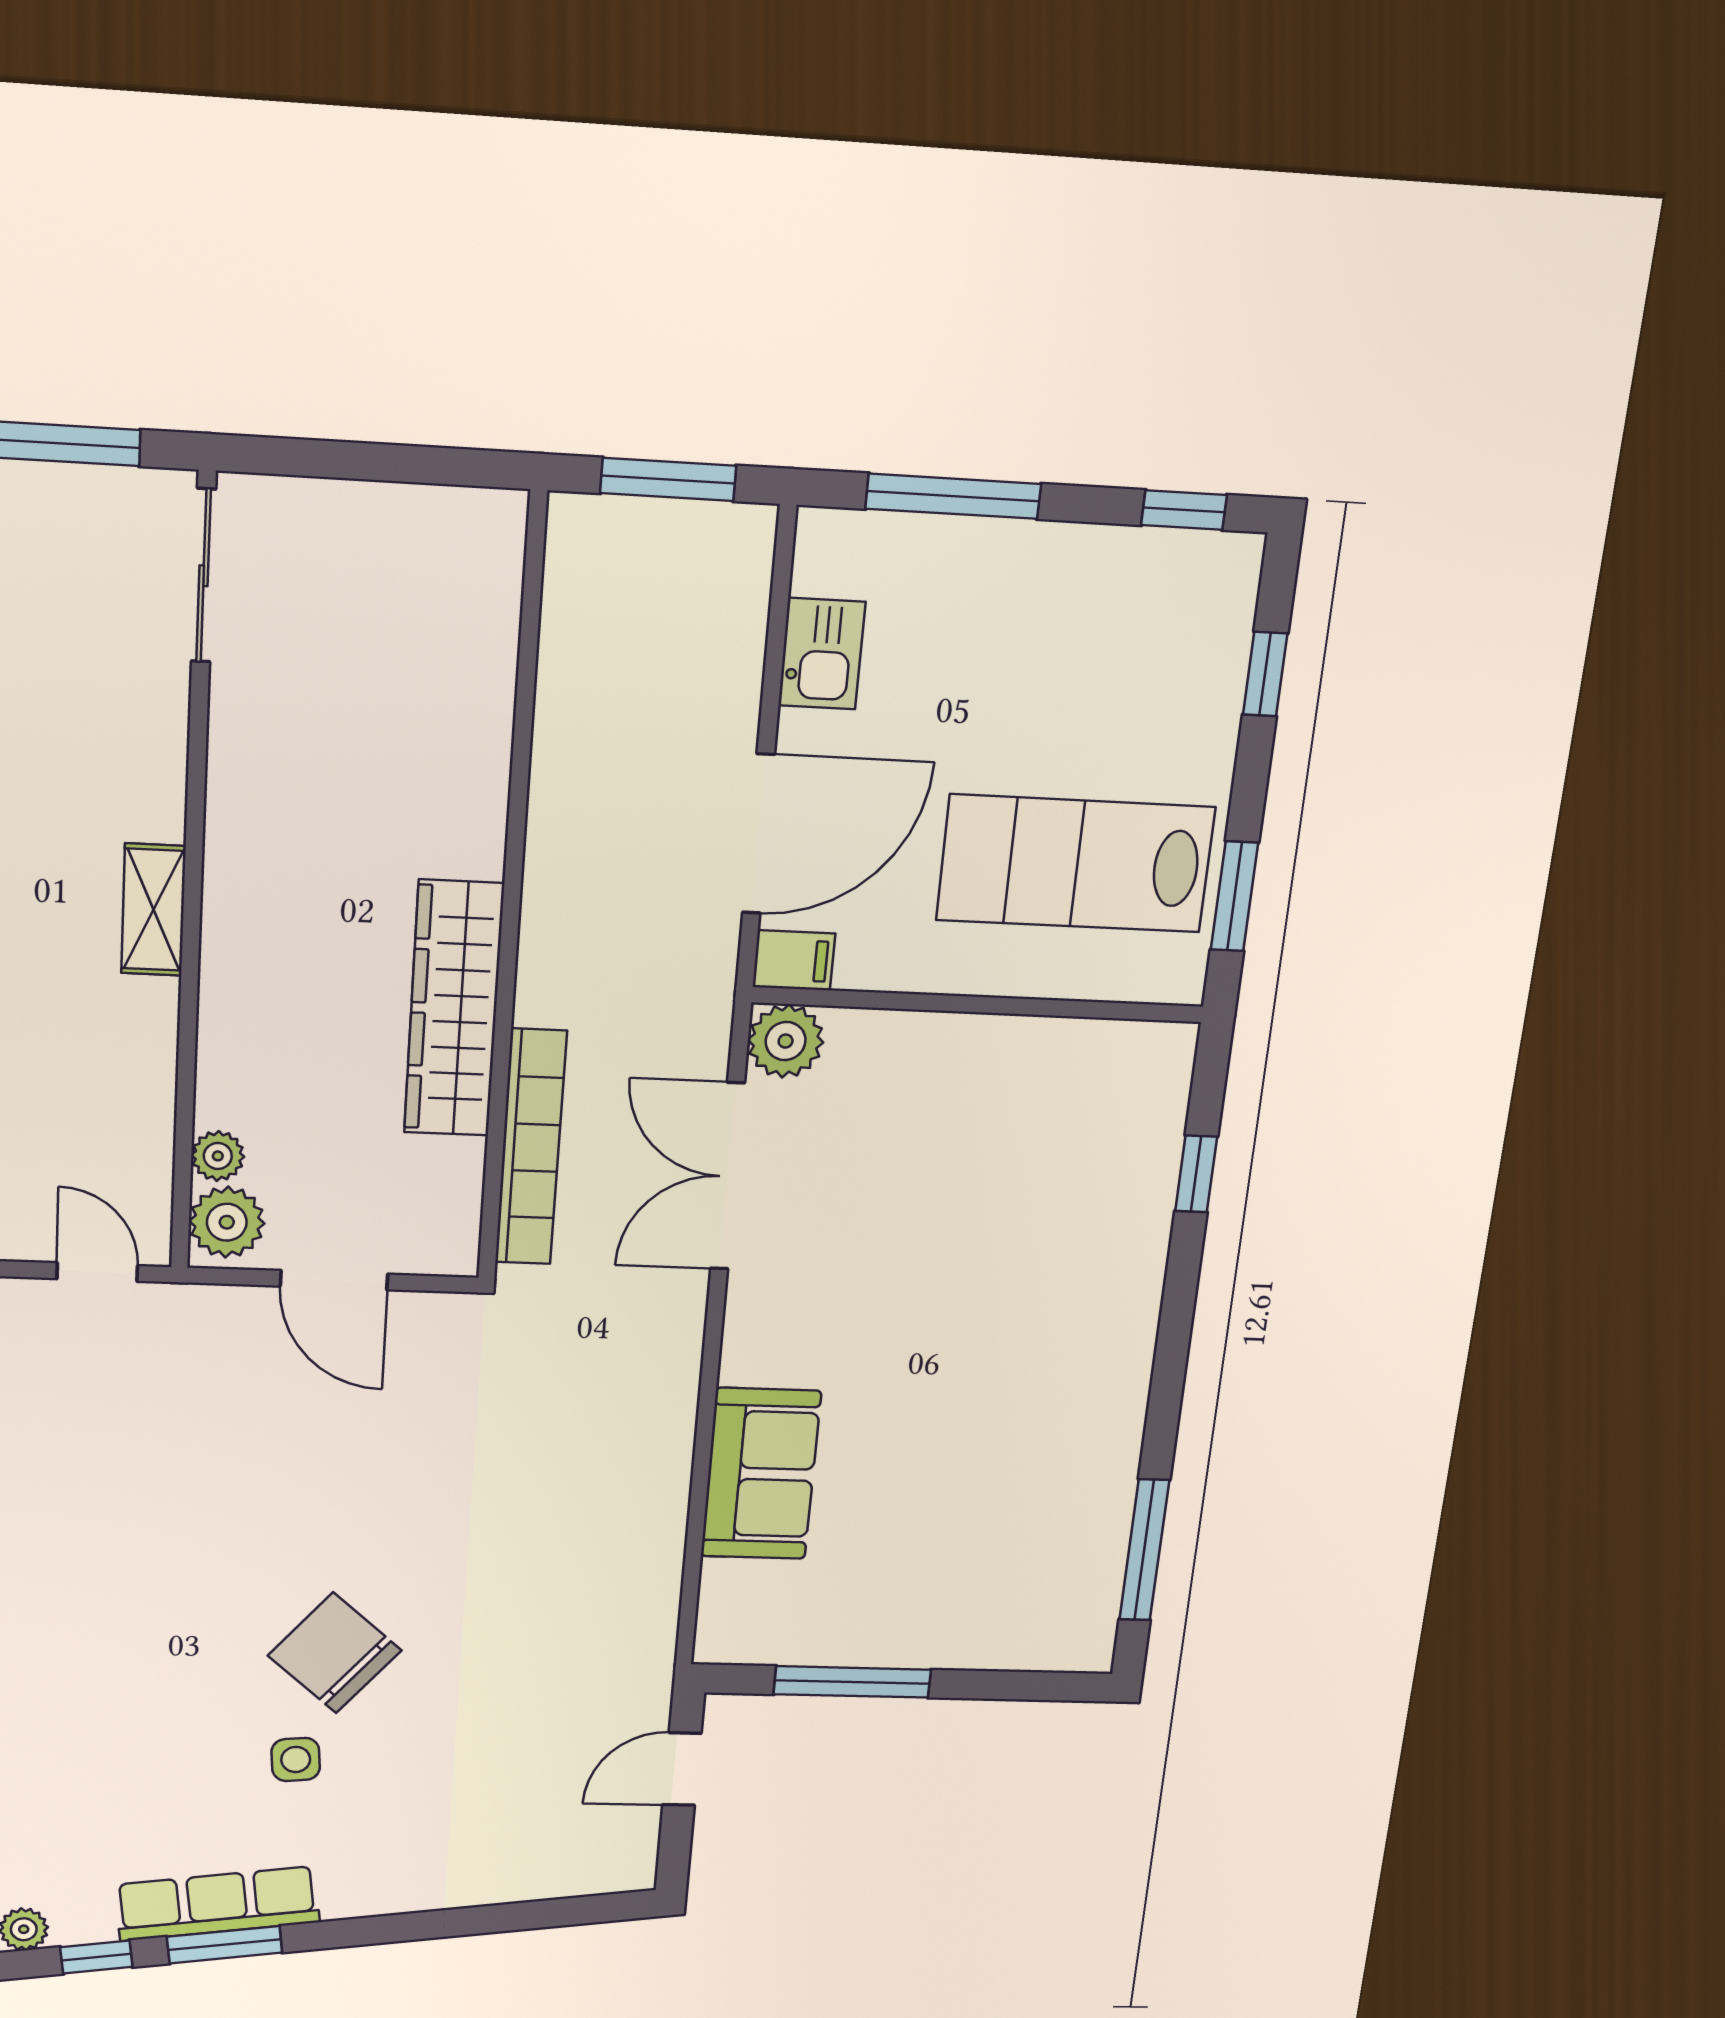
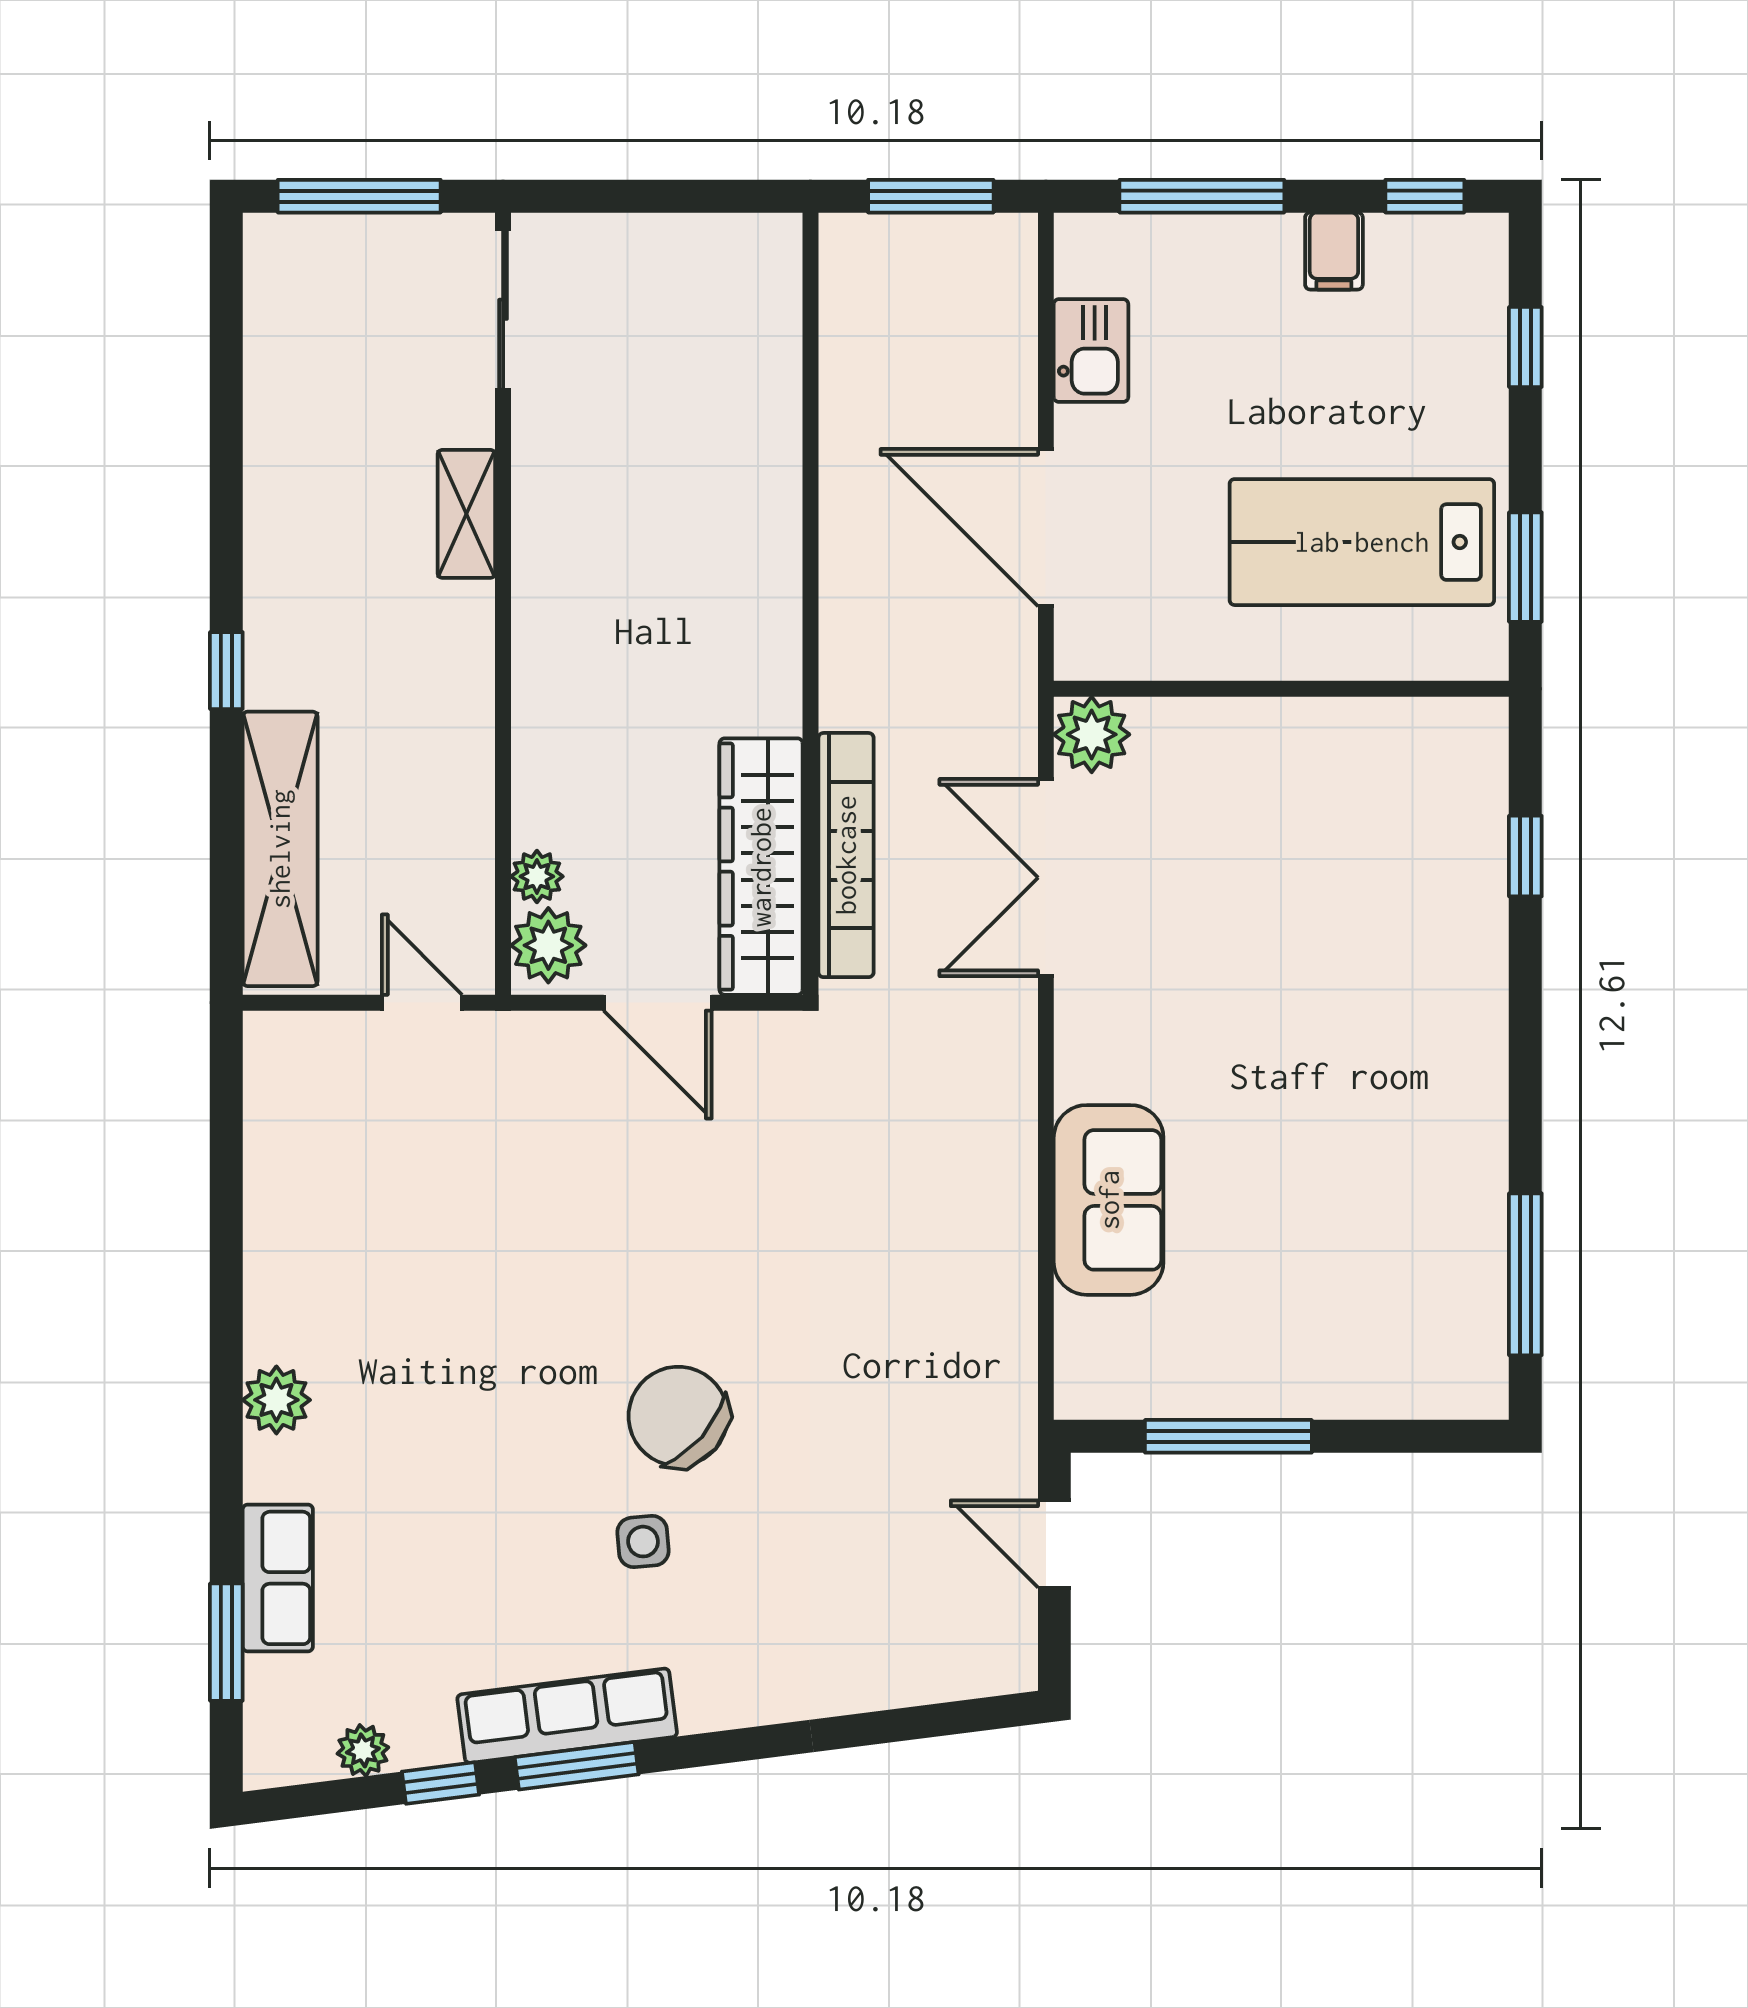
door: (758, 834) -> (1046, 528), swing flipped
shelving: (153, 910) -> (466, 514), moved
filing cabinet: (794, 960) -> (1334, 251), moved, turned 90
wardrobe: (454, 1009) -> (761, 867), moved
door: (682, 1769) -> (1054, 1544), hinge flipped

